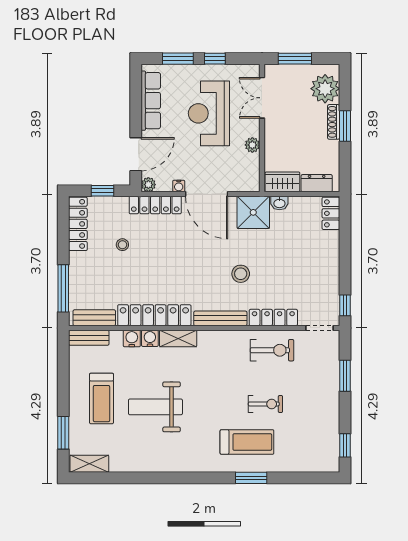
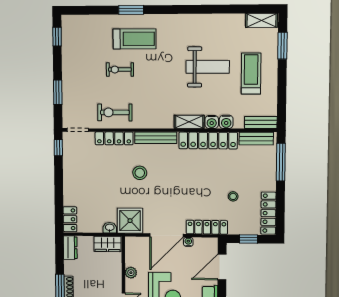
dresser: (317, 183) -> (70, 248), moved, turned -90
plant: (148, 185) -> (212, 243), removed
door: (207, 194) -> (166, 235), swing flipped
treadmill: (247, 442) -> (134, 39), turned 180

